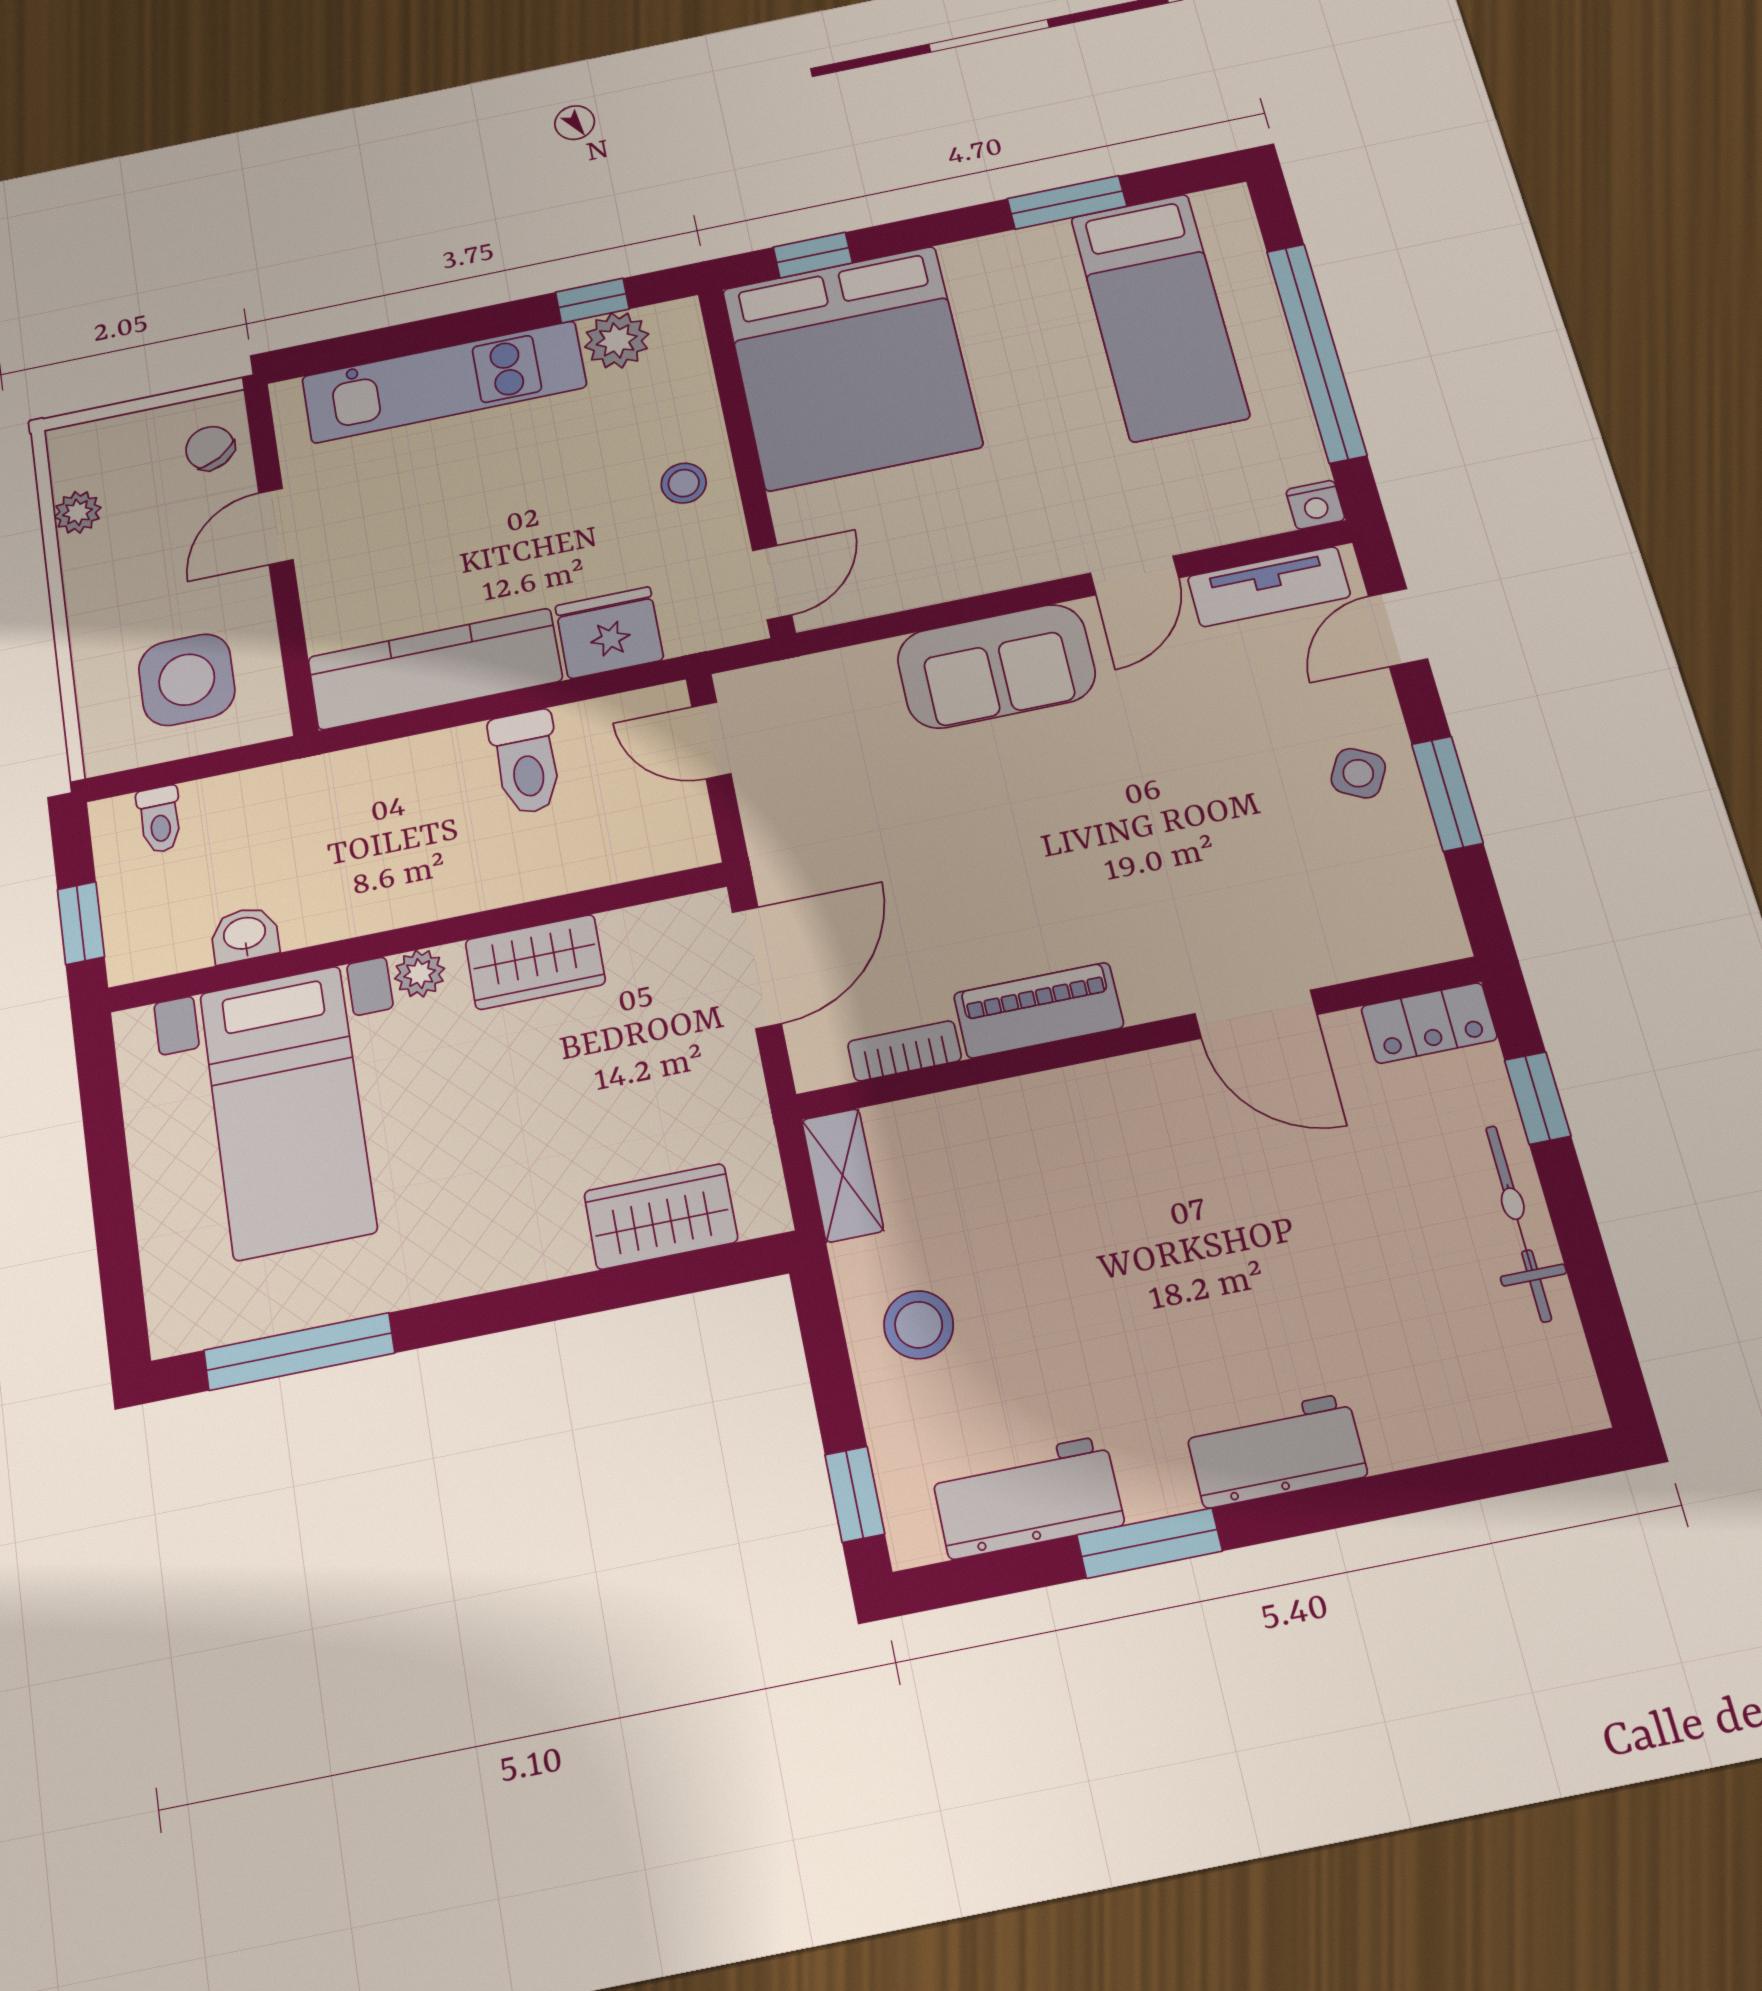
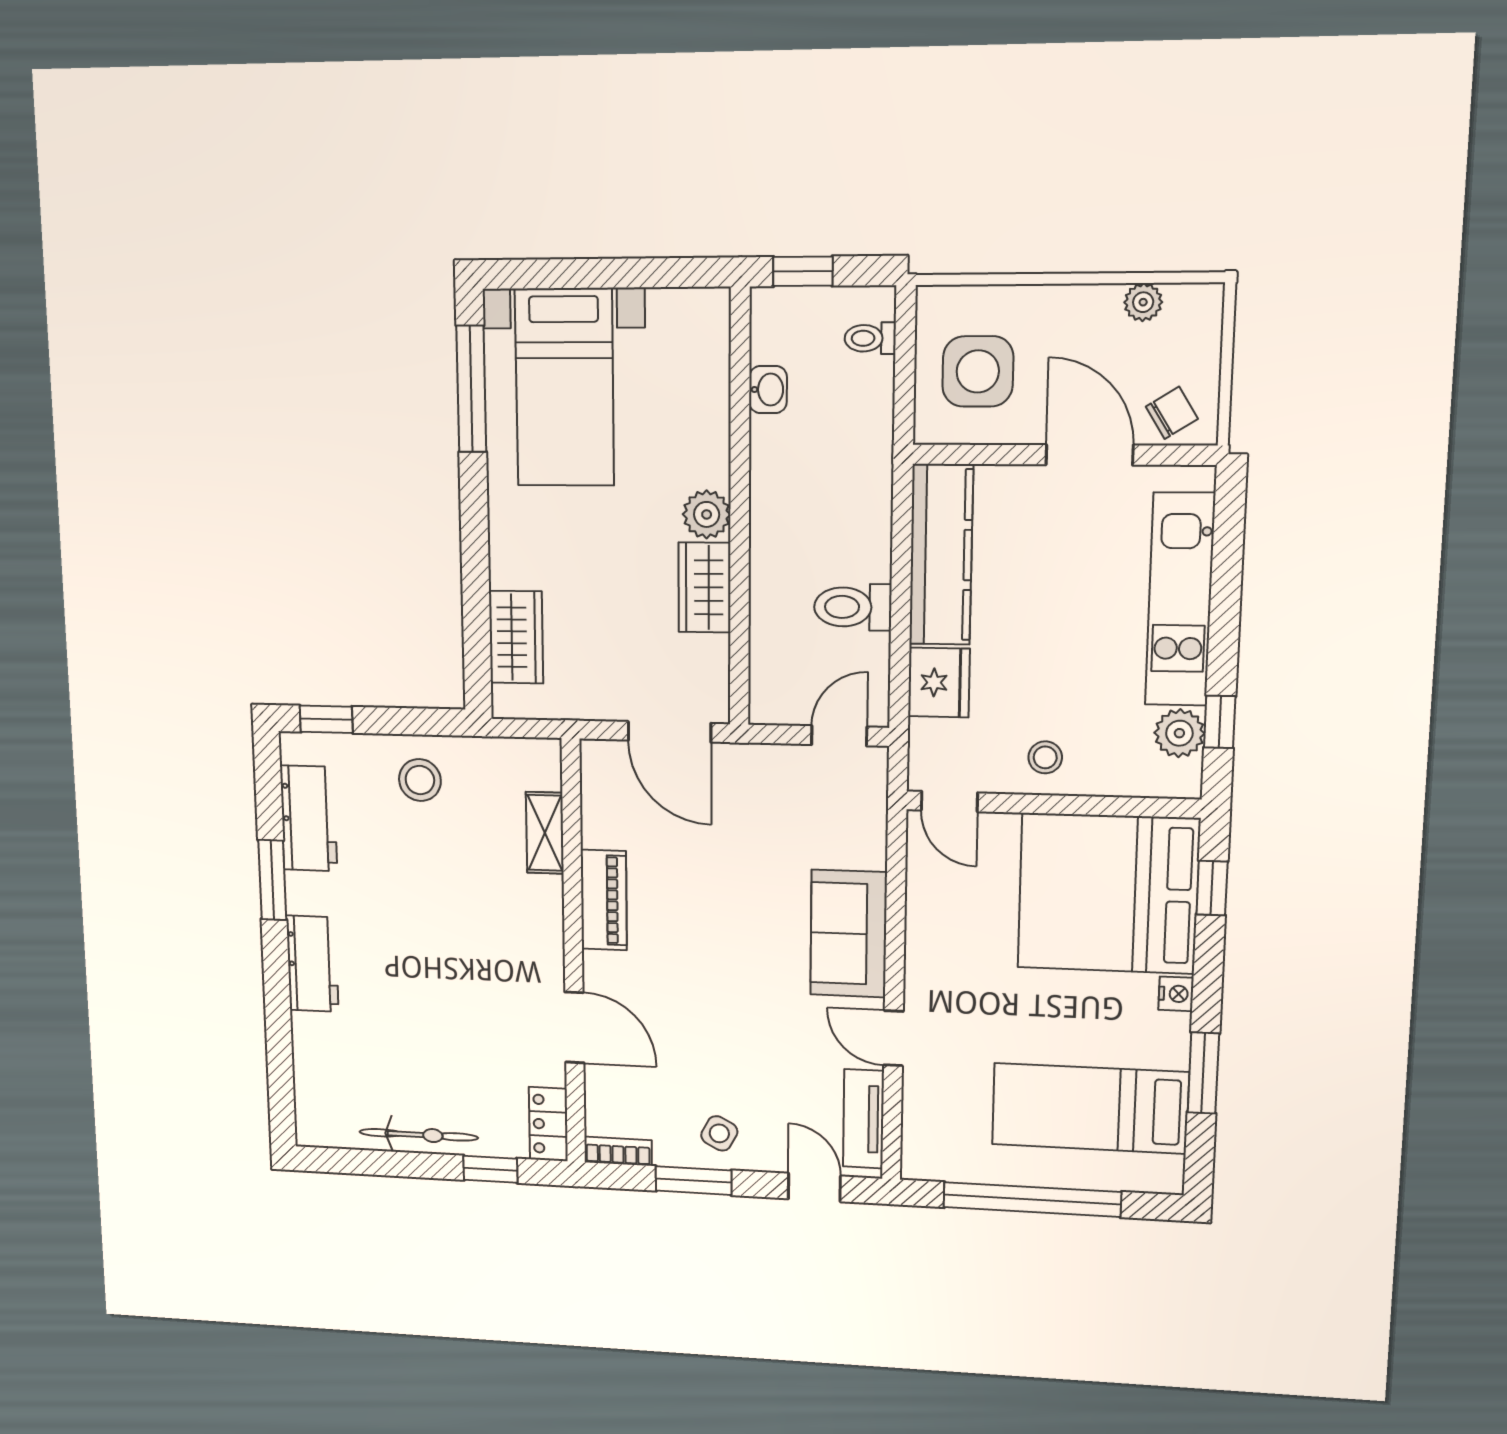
nightstand: (1315, 505) -> (1176, 994), moved, turned 180
door: (276, 526) -> (1089, 455), width x1.37
plant: (420, 974) -> (707, 514), width x1.38, depth x1.38
door: (1256, 1014) -> (574, 1027), swing flipped
bookcase: (905, 1051) -> (618, 1151), moved, turned -90
bed with nightstands: (288, 1111) -> (565, 388), moved, turned -90
shelving: (842, 1175) -> (545, 833), moved, turned 90

